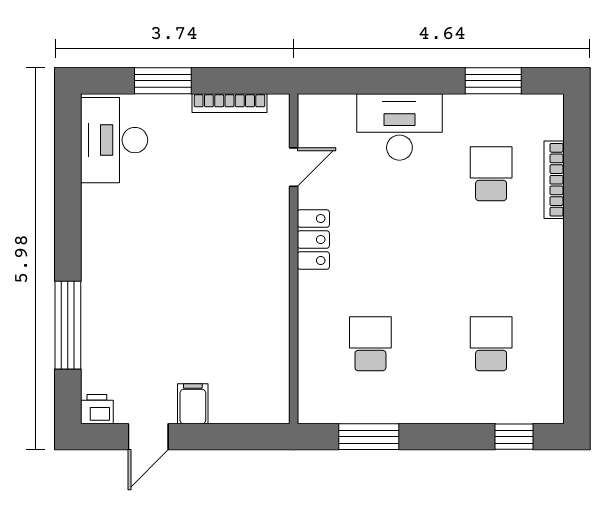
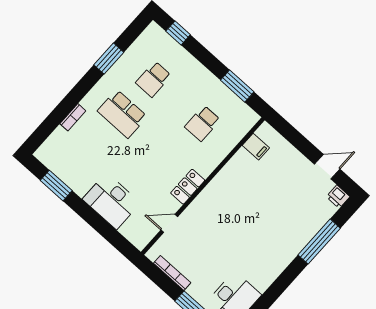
school desk: (491, 174) -> (122, 114), moved, width x1.85
bookcase: (554, 180) -> (73, 117), width x0.64
window: (577, 317) -> (109, 59), added
filing cabinet: (193, 404) -> (256, 147), moved, turned -90

